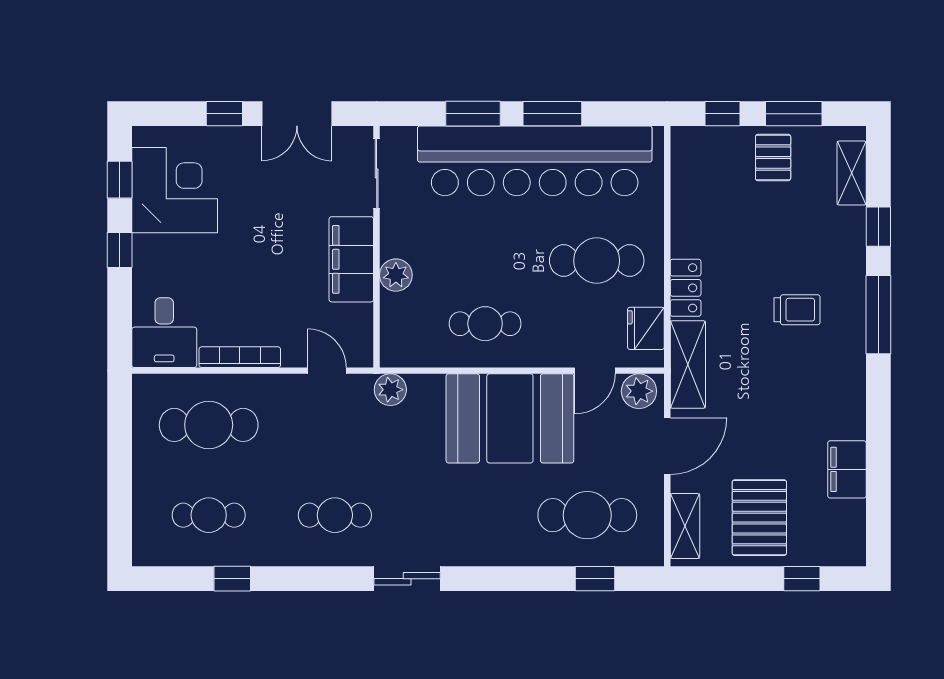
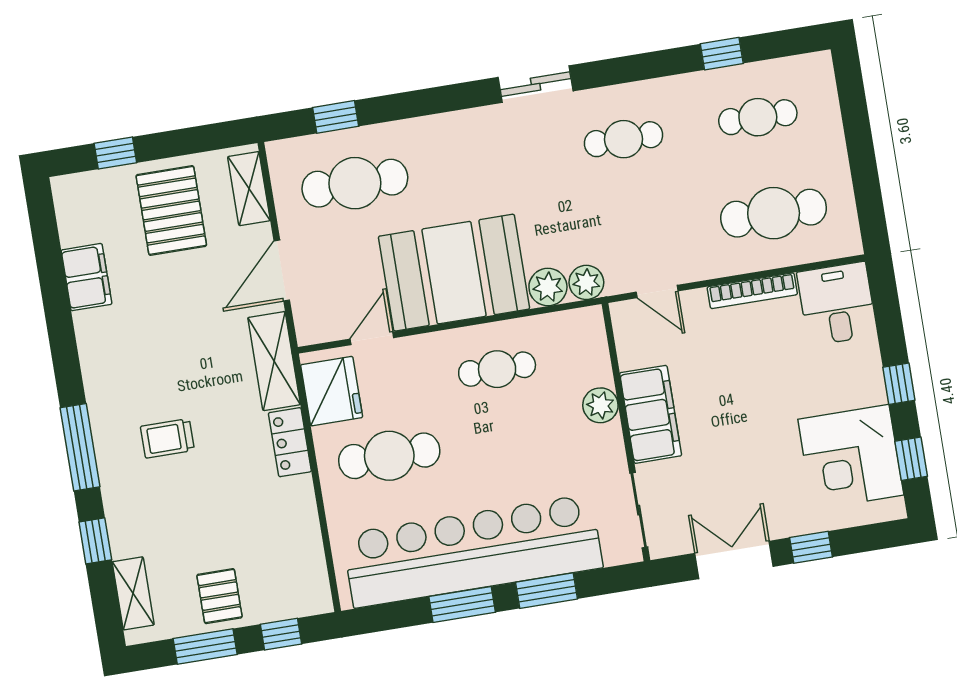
fridge: (646, 328) -> (332, 391), width x1.36, depth x1.34
plant: (639, 391) -> (548, 287), moved

